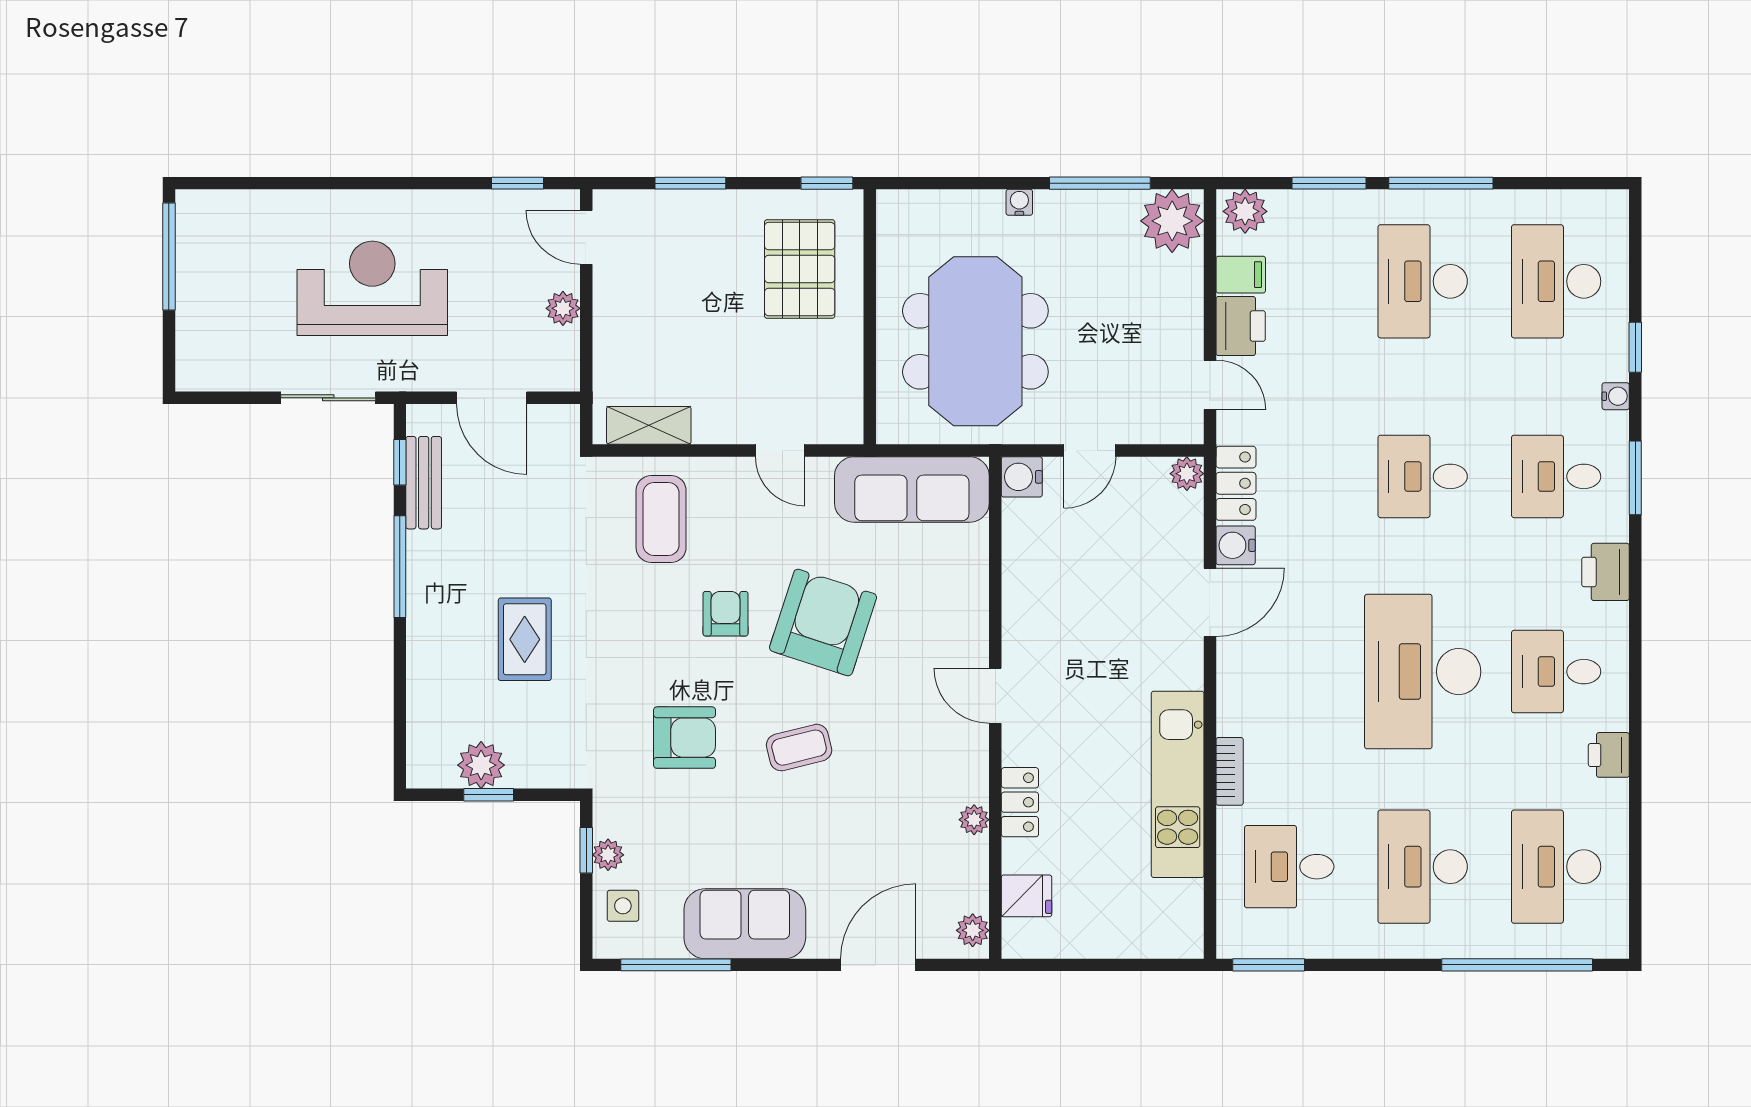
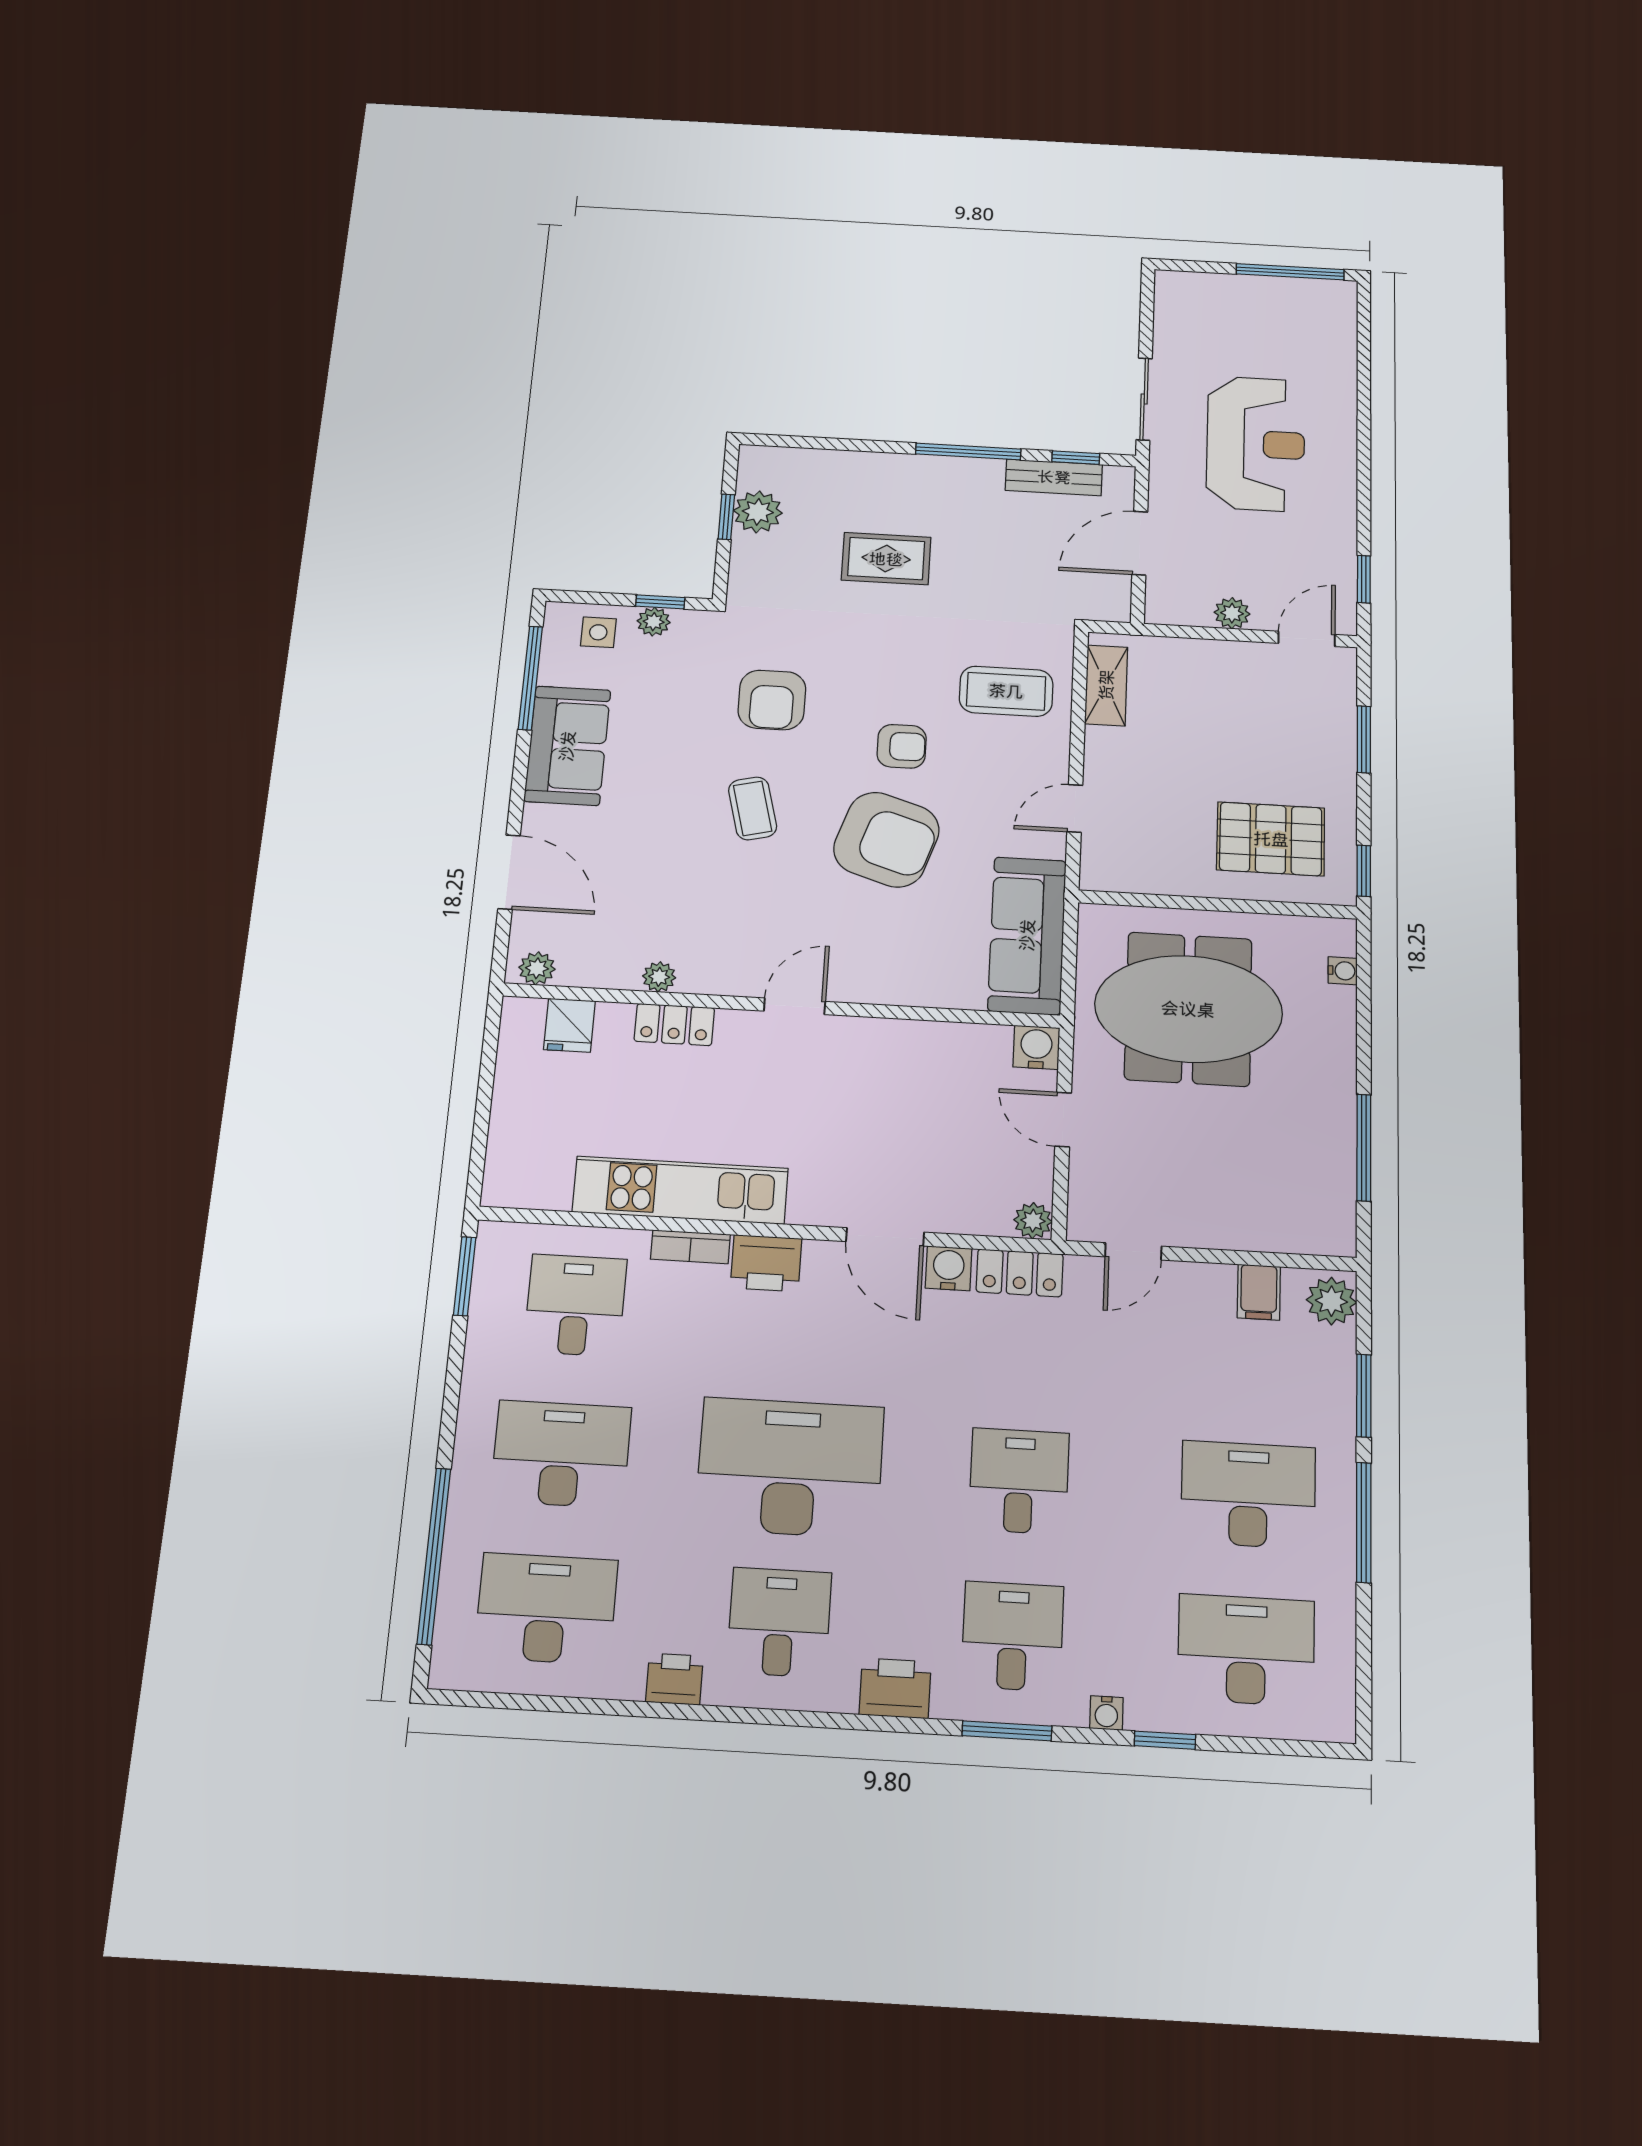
water cooler: (1019, 202) -> (1343, 971), moved
plant: (1172, 221) -> (1321, 1222), removed
printer: (1241, 326) -> (766, 1263), moved

